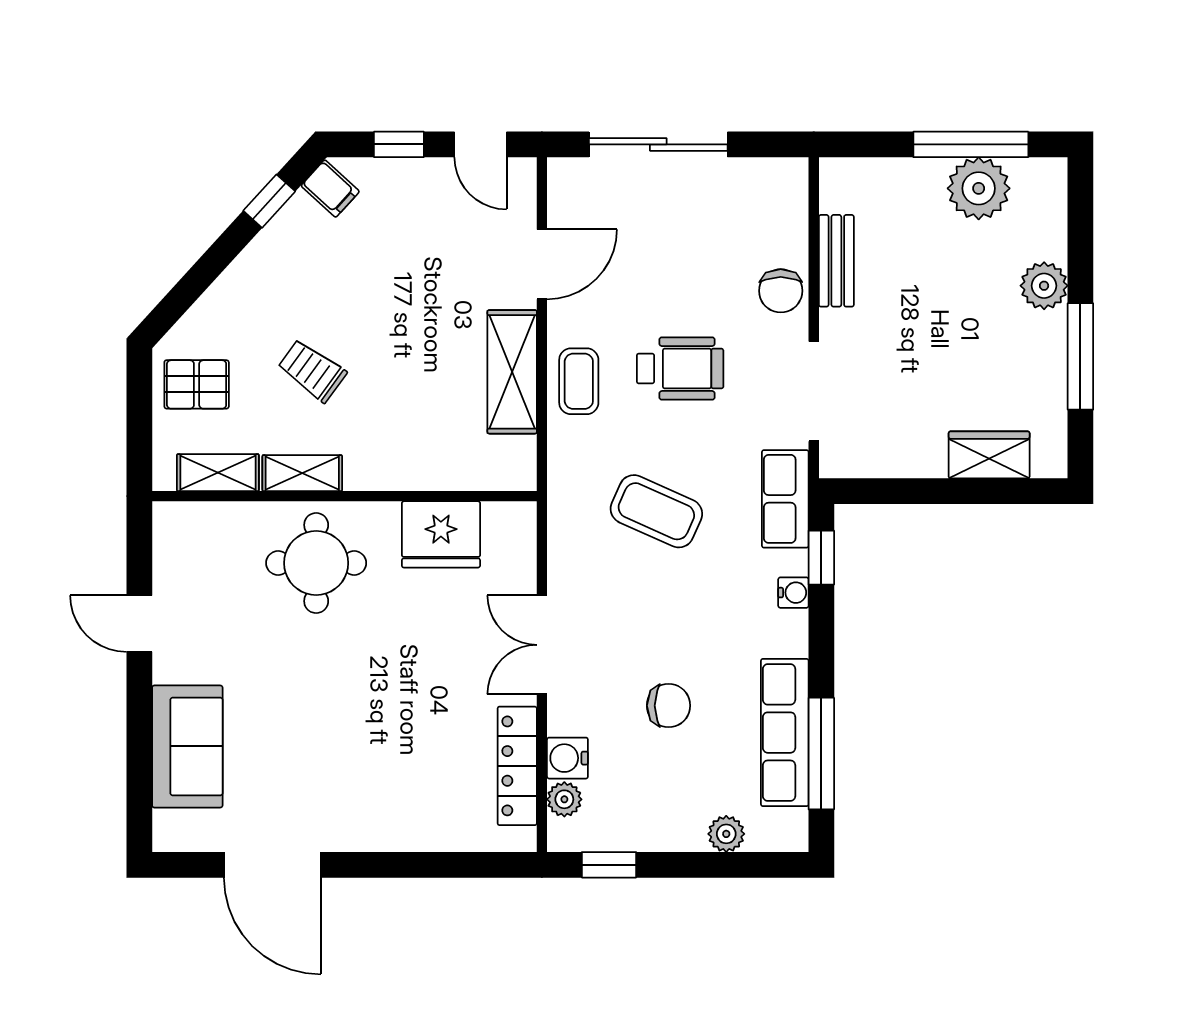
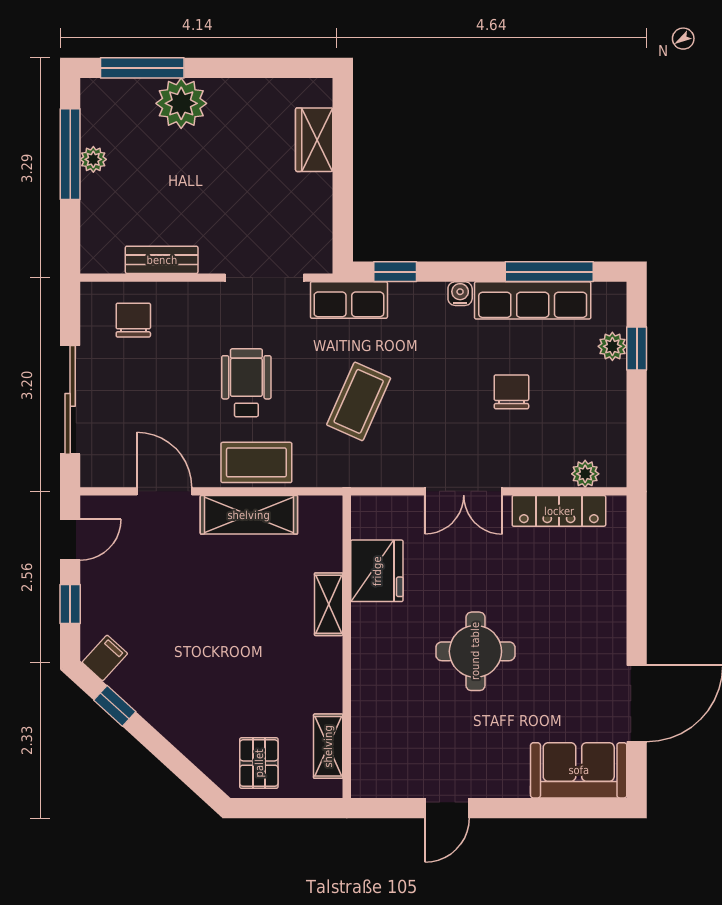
plant: (979, 188) -> (93, 159), width x0.53, depth x0.53
plant: (1044, 286) -> (181, 103), width x1.36, depth x1.36
chair: (781, 291) -> (133, 320), moved, turned -90
window: (1080, 356) -> (142, 68), moved
trolley: (312, 371) -> (248, 672), removed
coffee table: (579, 381) -> (256, 462), width x1.36, depth x1.30
shelving: (302, 473) -> (329, 604), moved
round table: (316, 563) -> (475, 651), moved
water cooler: (793, 593) -> (460, 294), moved
sofa: (187, 746) -> (579, 770), moved
water cooler: (567, 758) -> (553, 471), removed
window: (609, 865) -> (637, 349), moved

